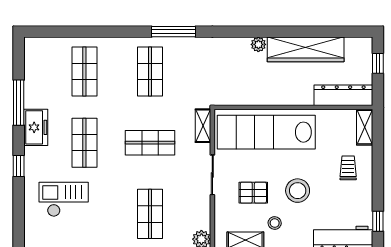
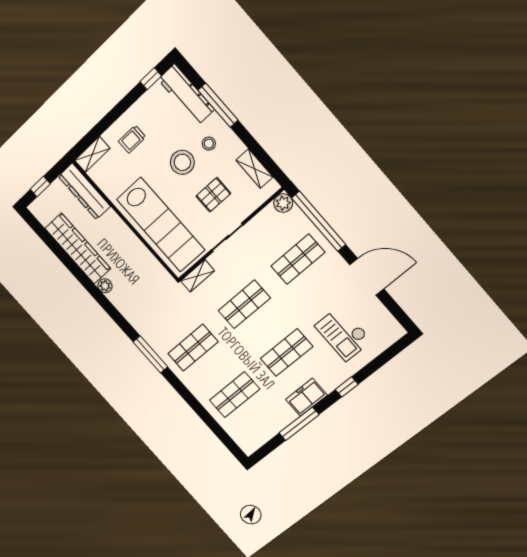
shop shelf: (150, 143) -> (244, 304), turned 90
pallet: (253, 193) -> (213, 195), turned 90
stool: (275, 223) -> (209, 144), moved

